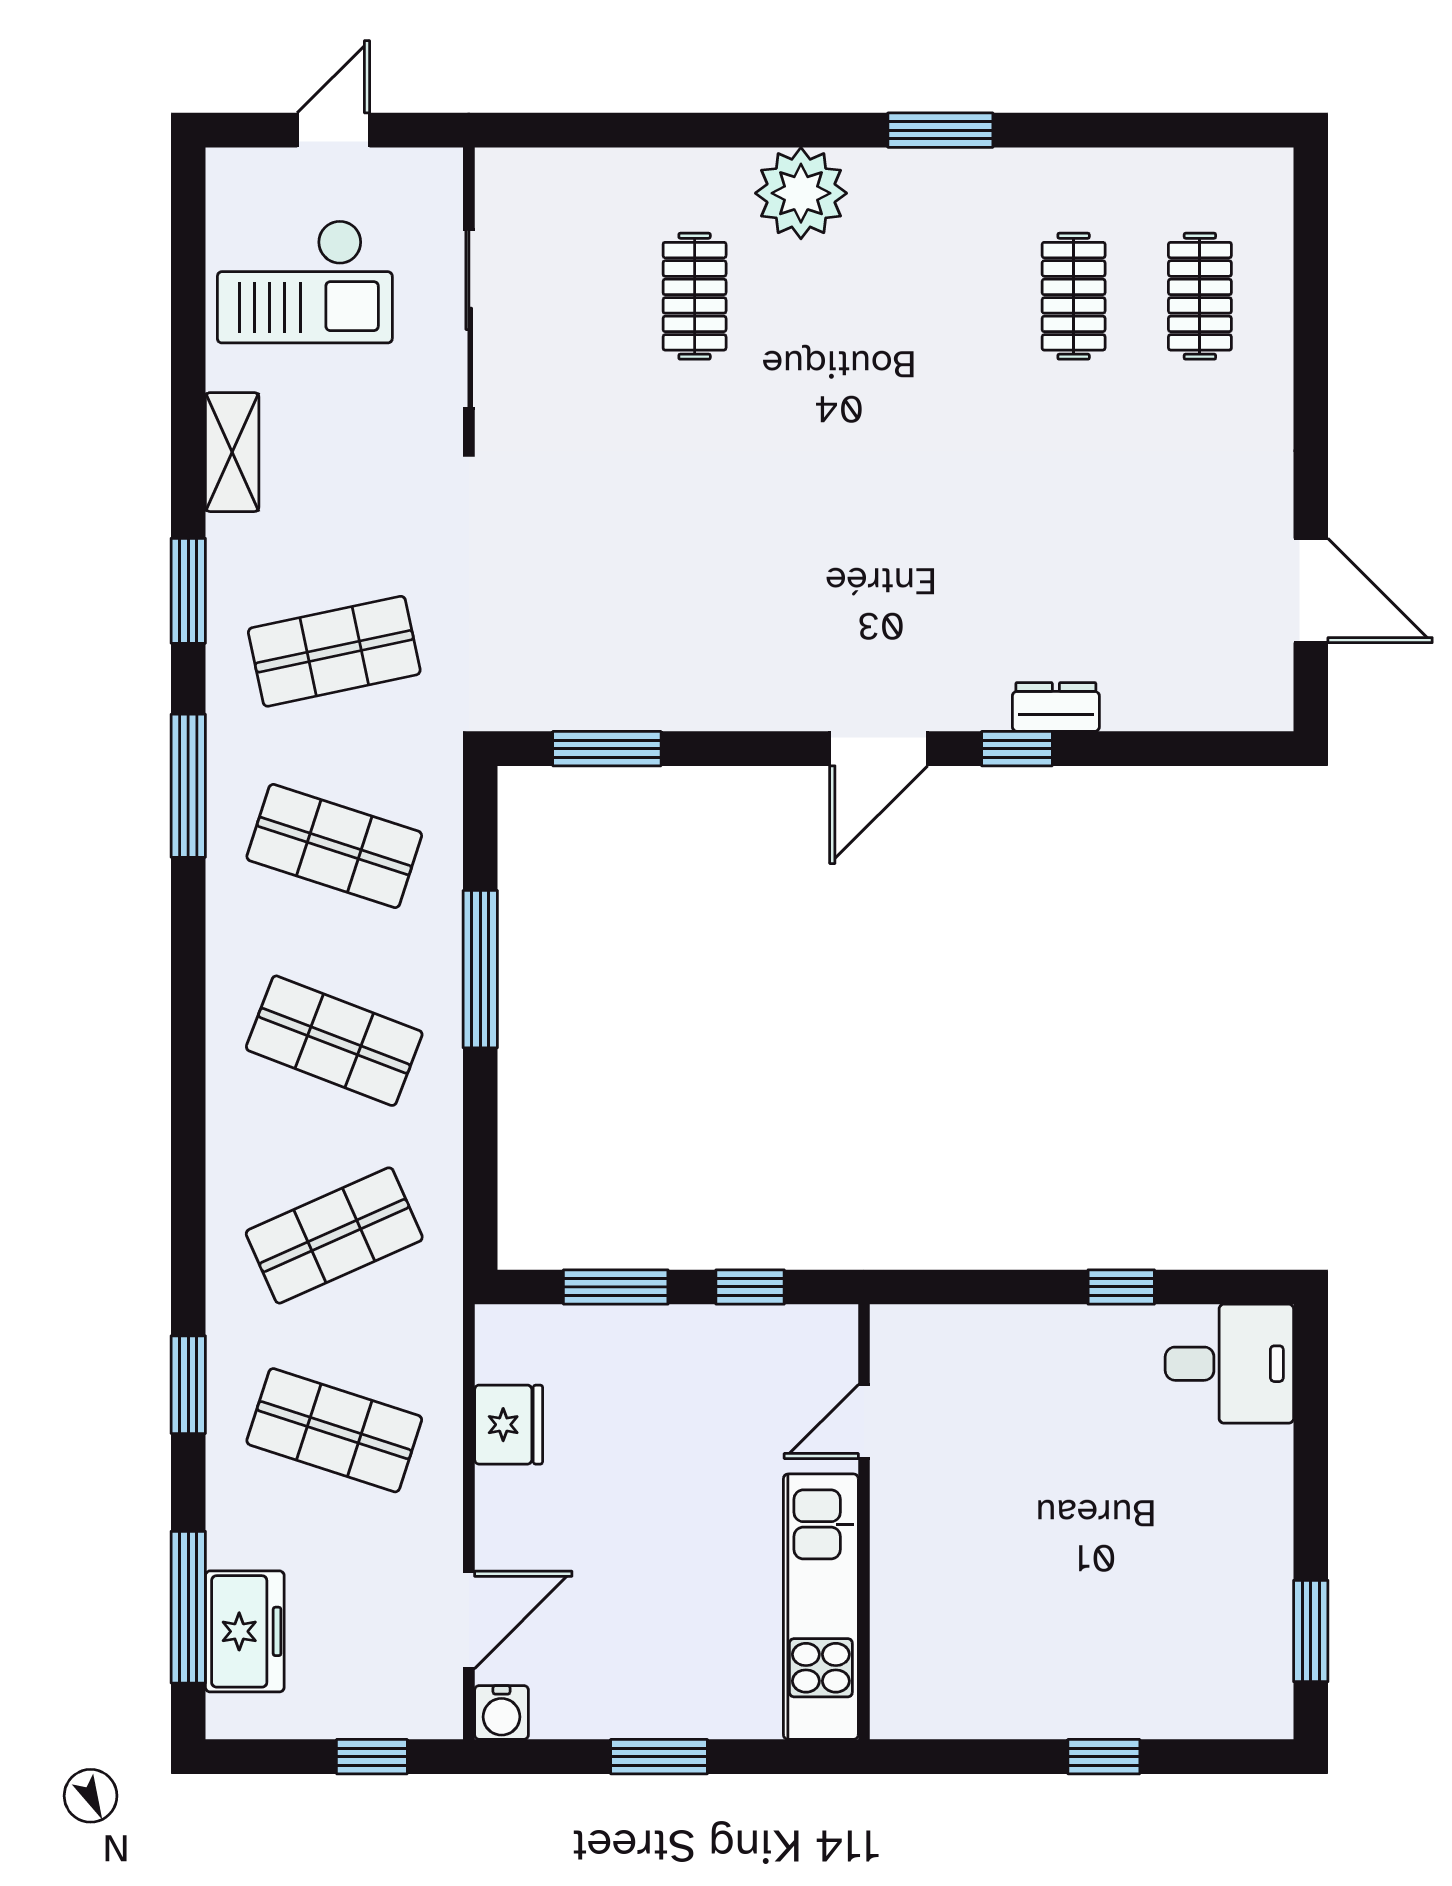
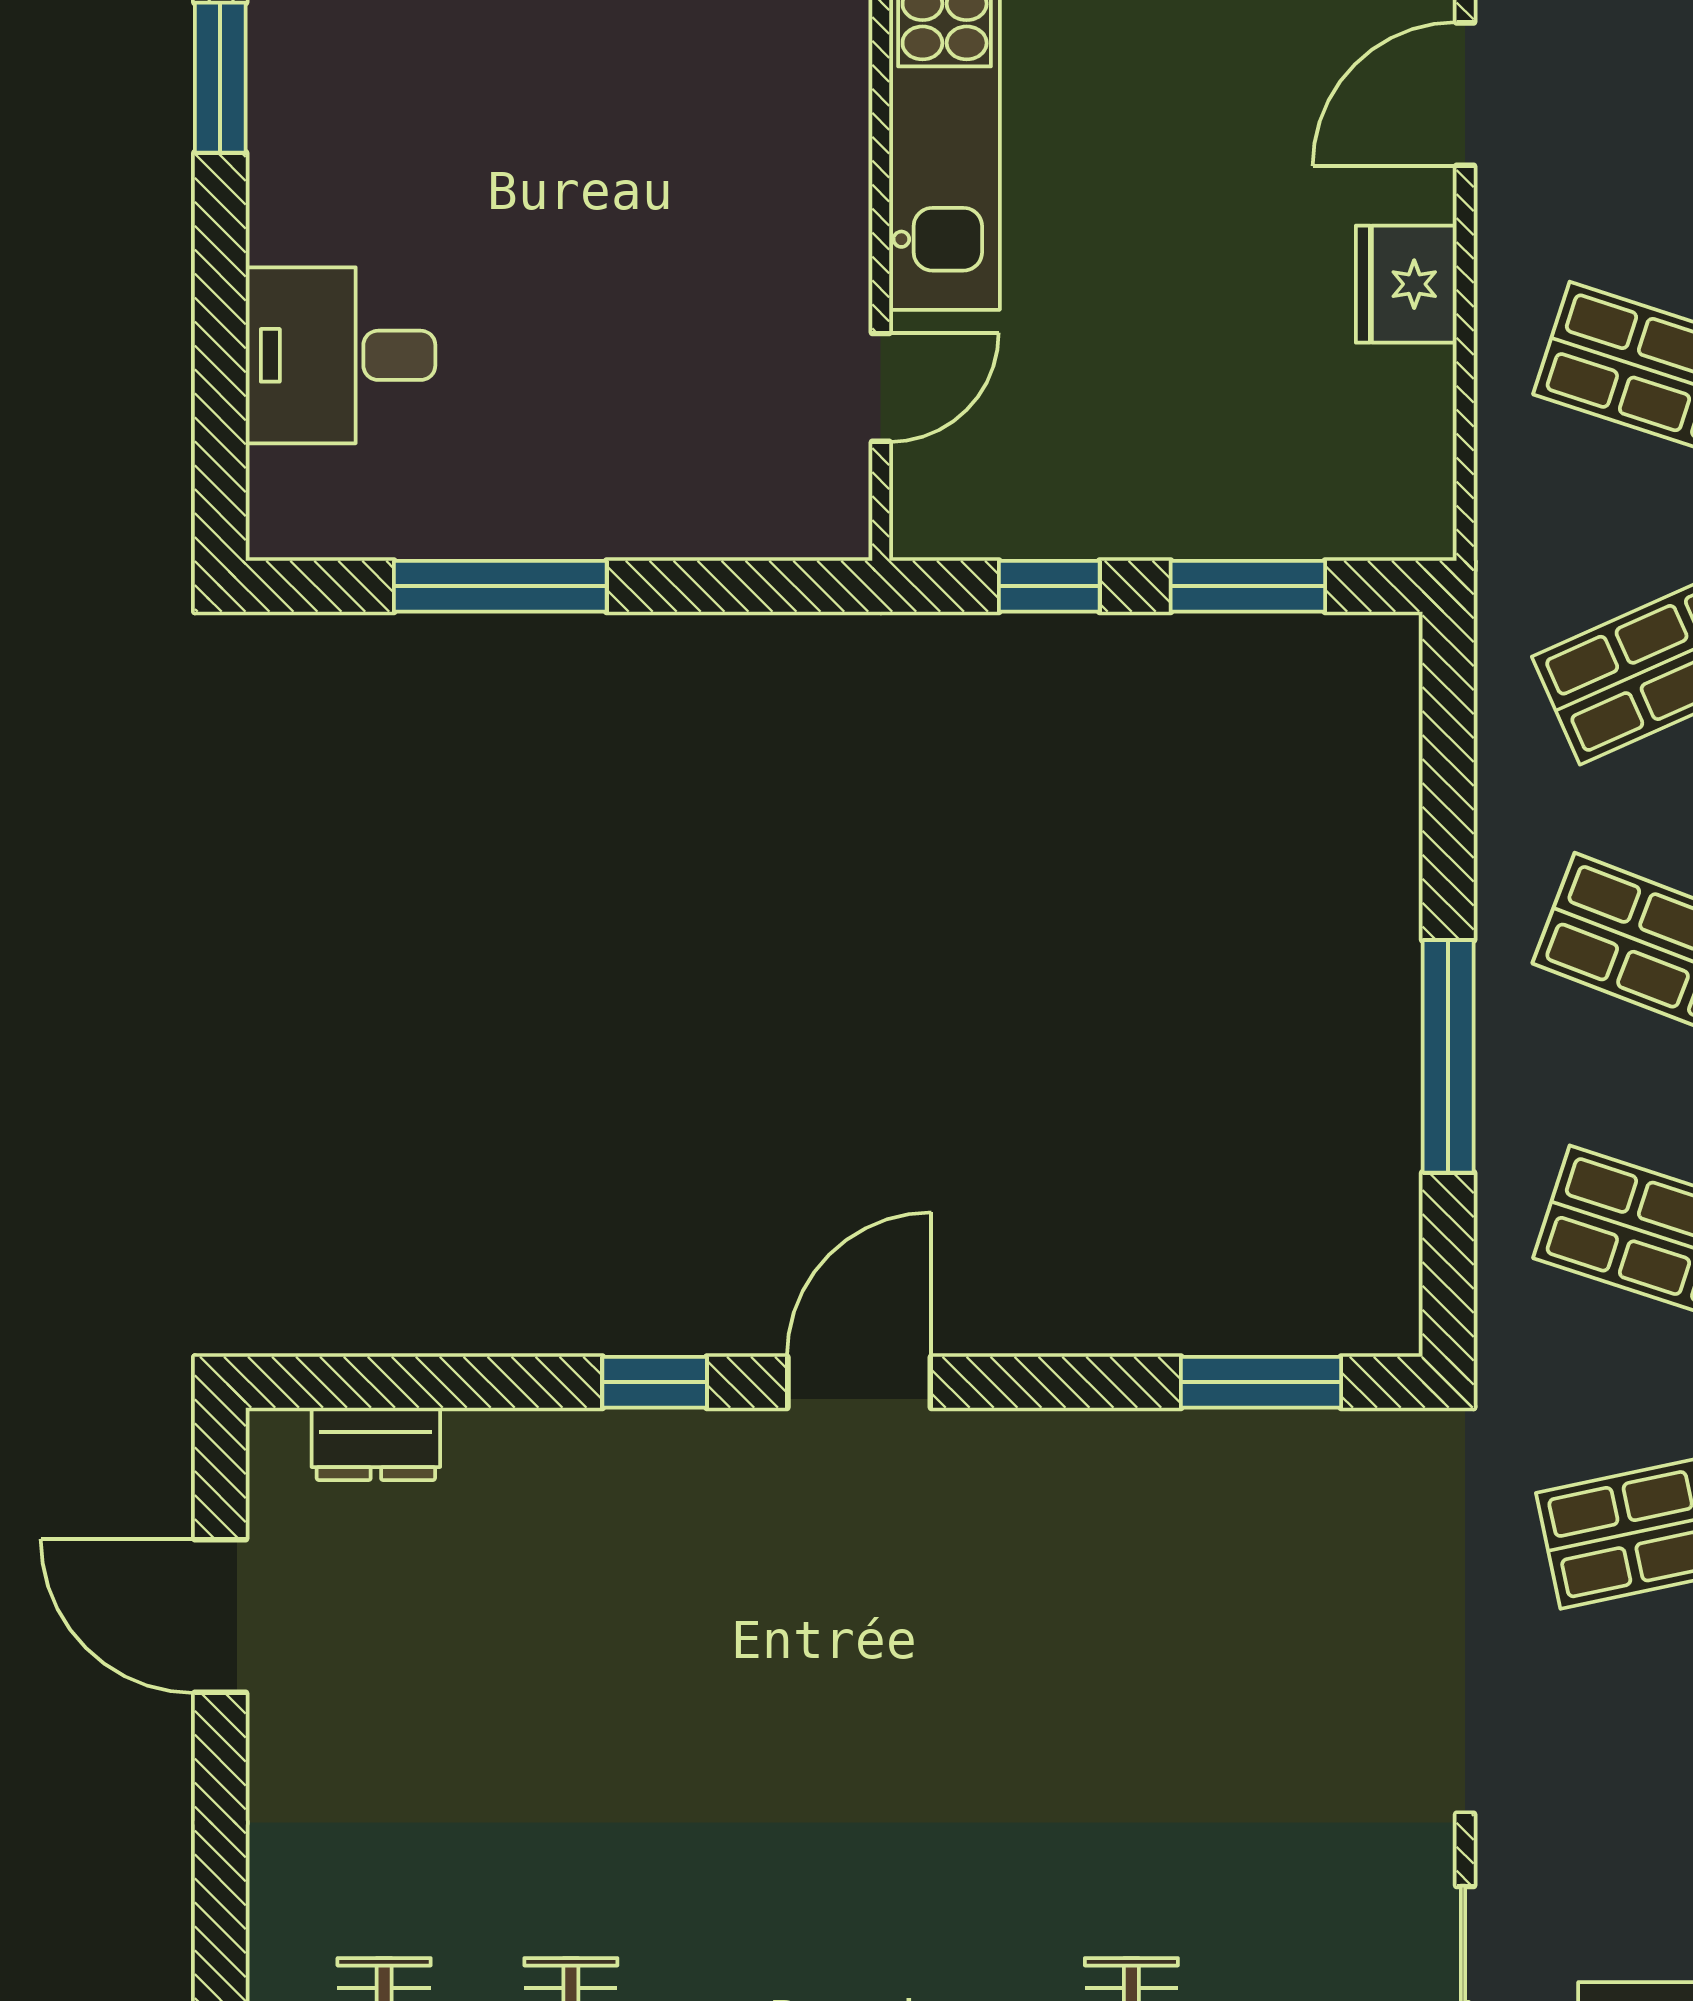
dresser: (1056, 707) -> (376, 1444), moved
window: (1121, 1287) -> (500, 586), width x2.17
desk: (1229, 1364) -> (341, 355), moved
fridge: (509, 1425) -> (1406, 284), moved

